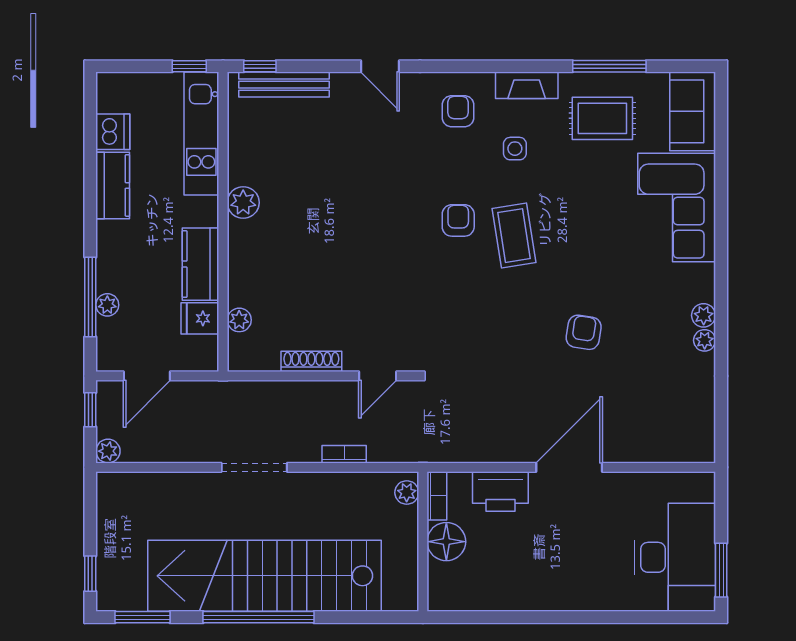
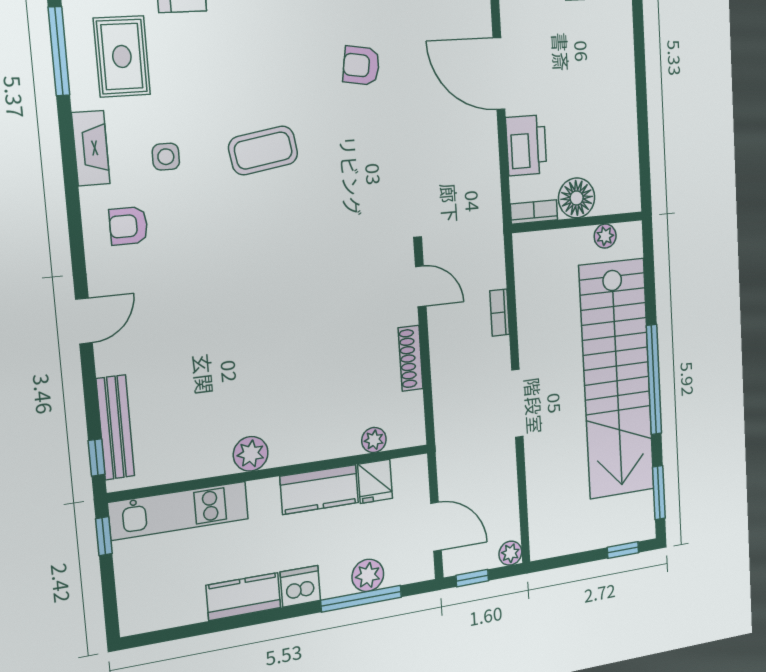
dishwasher: (113, 132) -> (300, 586), moved
armchair: (458, 220) -> (252, 215), removed
plant: (107, 305) -> (368, 575), width x1.38, depth x1.38
plant: (407, 493) -> (605, 236), moved

